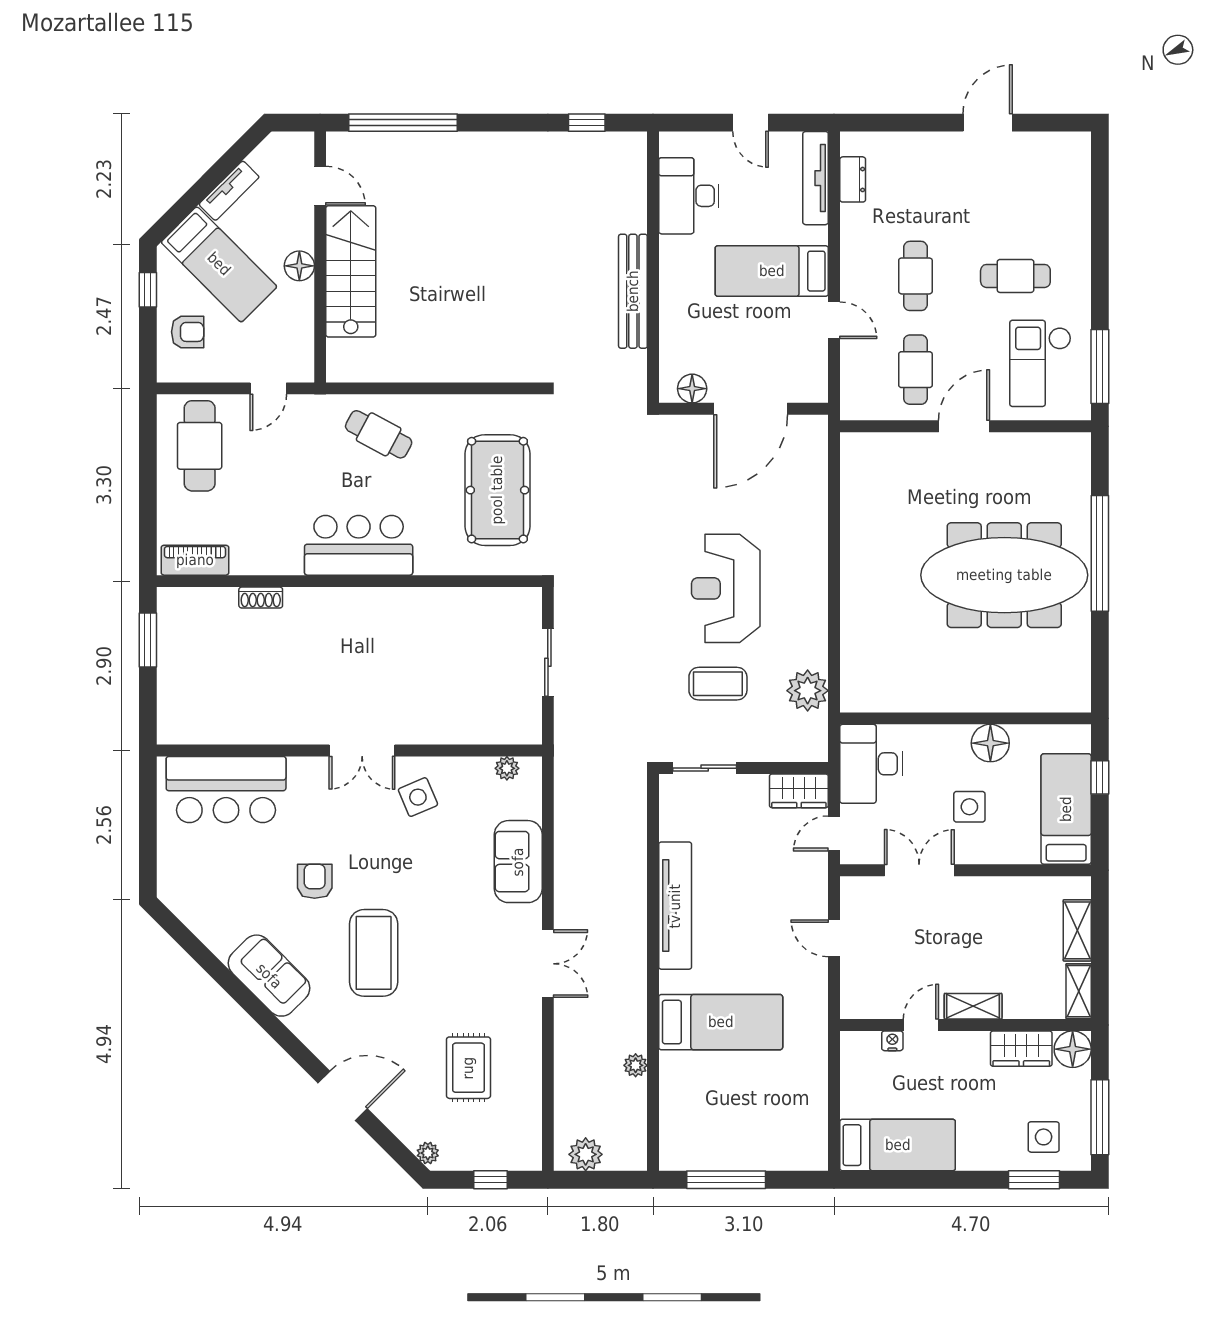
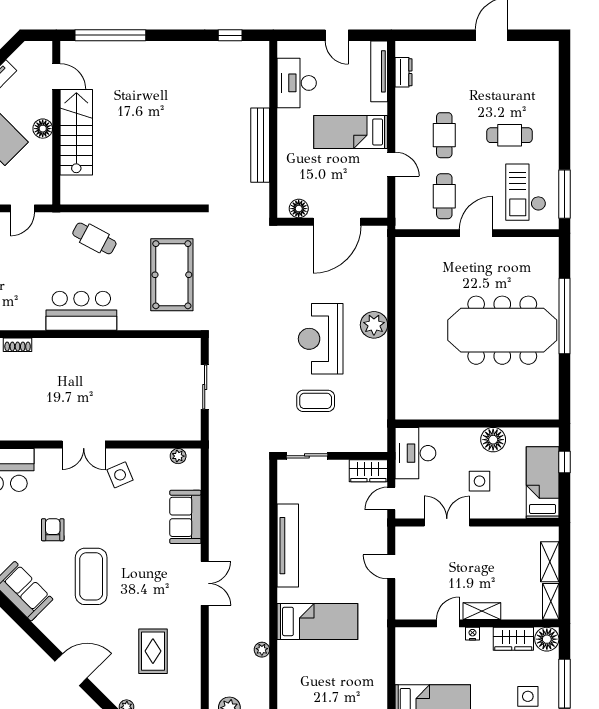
plant: (808, 691) -> (374, 325), moved
nightstand: (892, 1041) -> (472, 634), moved

